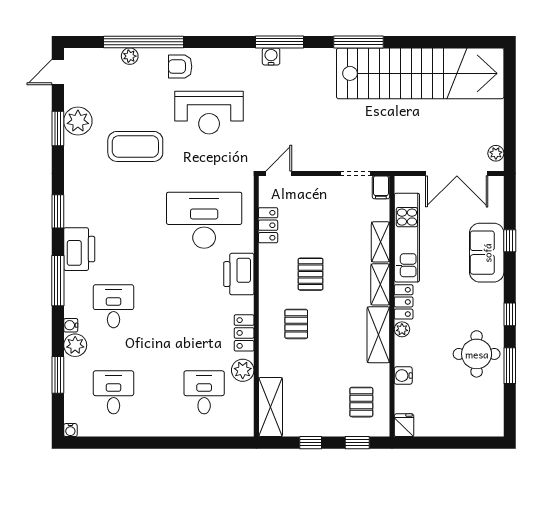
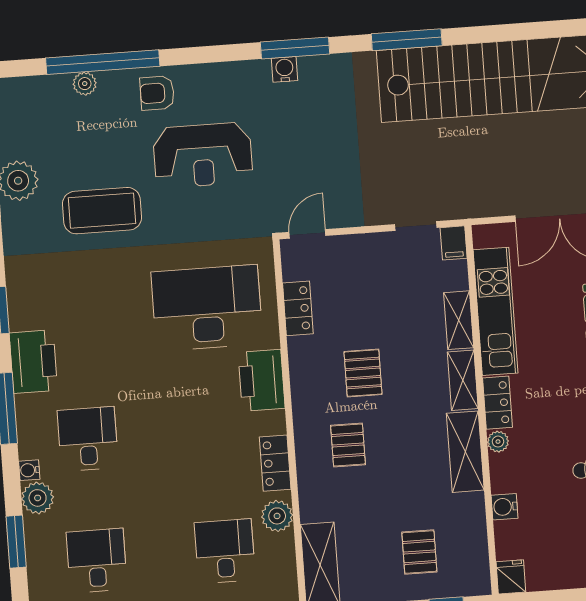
pallet: (361, 402) -> (419, 552), moved

